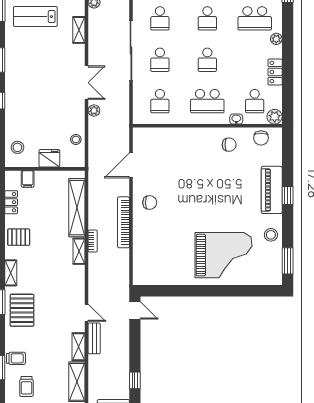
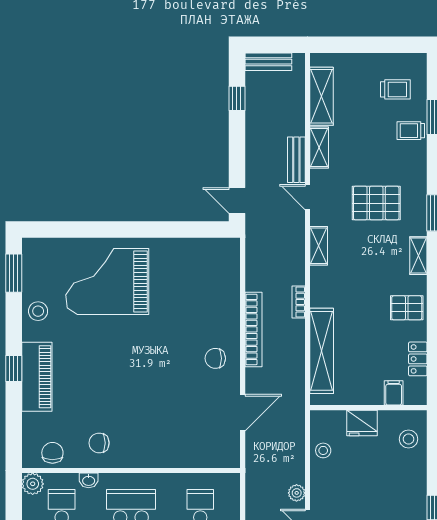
shelving: (79, 251) -> (319, 246), moved
pallet: (22, 310) -> (376, 203), moved, turned 90
trolley: (26, 386) -> (395, 89), turned 90

